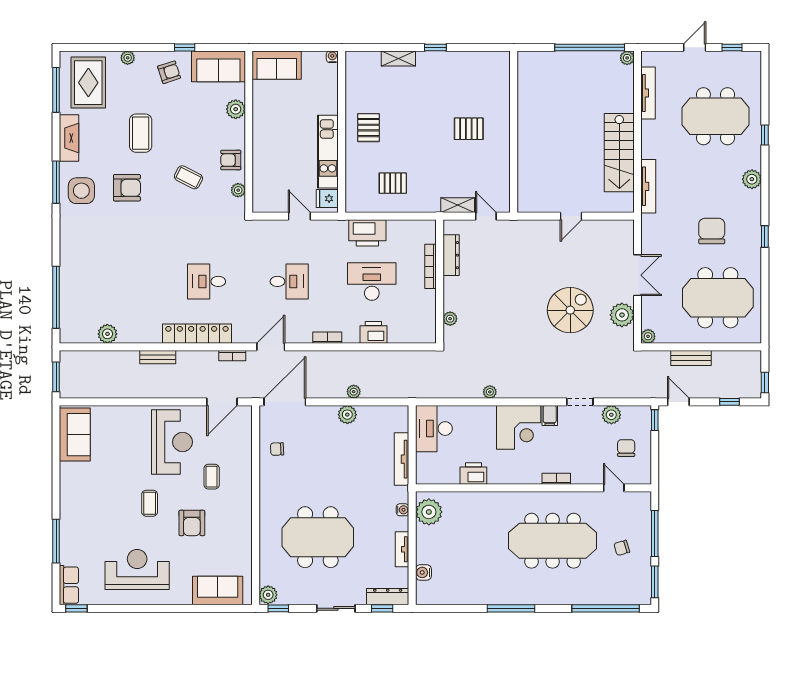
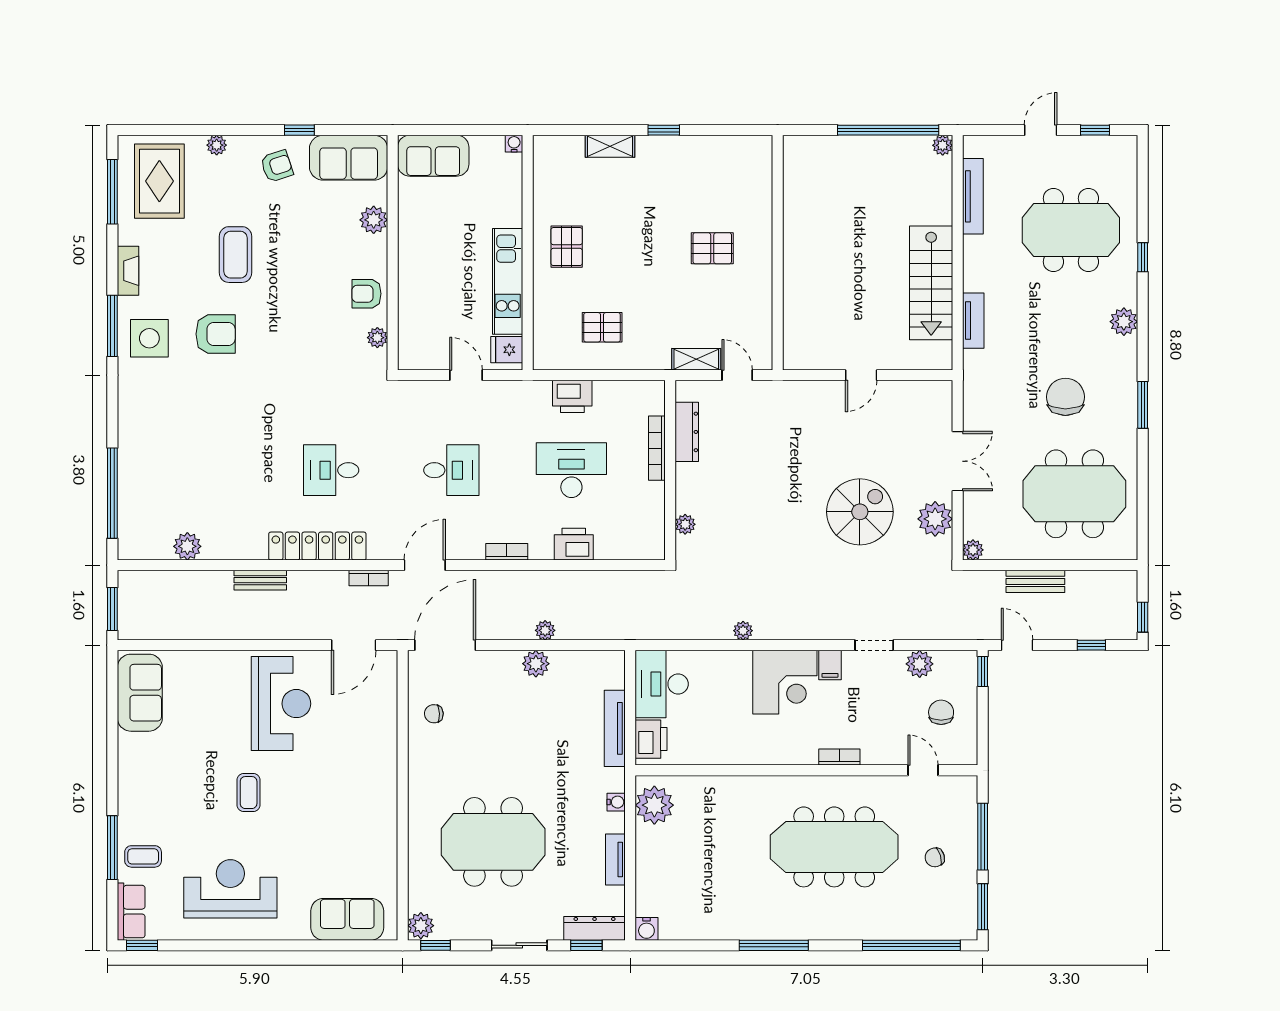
fireplace: (69, 138) -> (128, 271), width x0.73, depth x0.76
coffee table: (188, 177) -> (305, 319), removed
tv unit: (648, 186) -> (973, 321), width x0.71
printer: (367, 233) -> (572, 396), width x0.73, depth x0.84
window: (765, 237) -> (1143, 405), width x1.50
printer: (473, 474) -> (651, 739), moved, turned 90
coffee table: (212, 477) -> (143, 856), moved, turned 90
armchair: (192, 523) -> (310, 821), removed
water cooler: (423, 572) -> (646, 929), moved, turned -90

